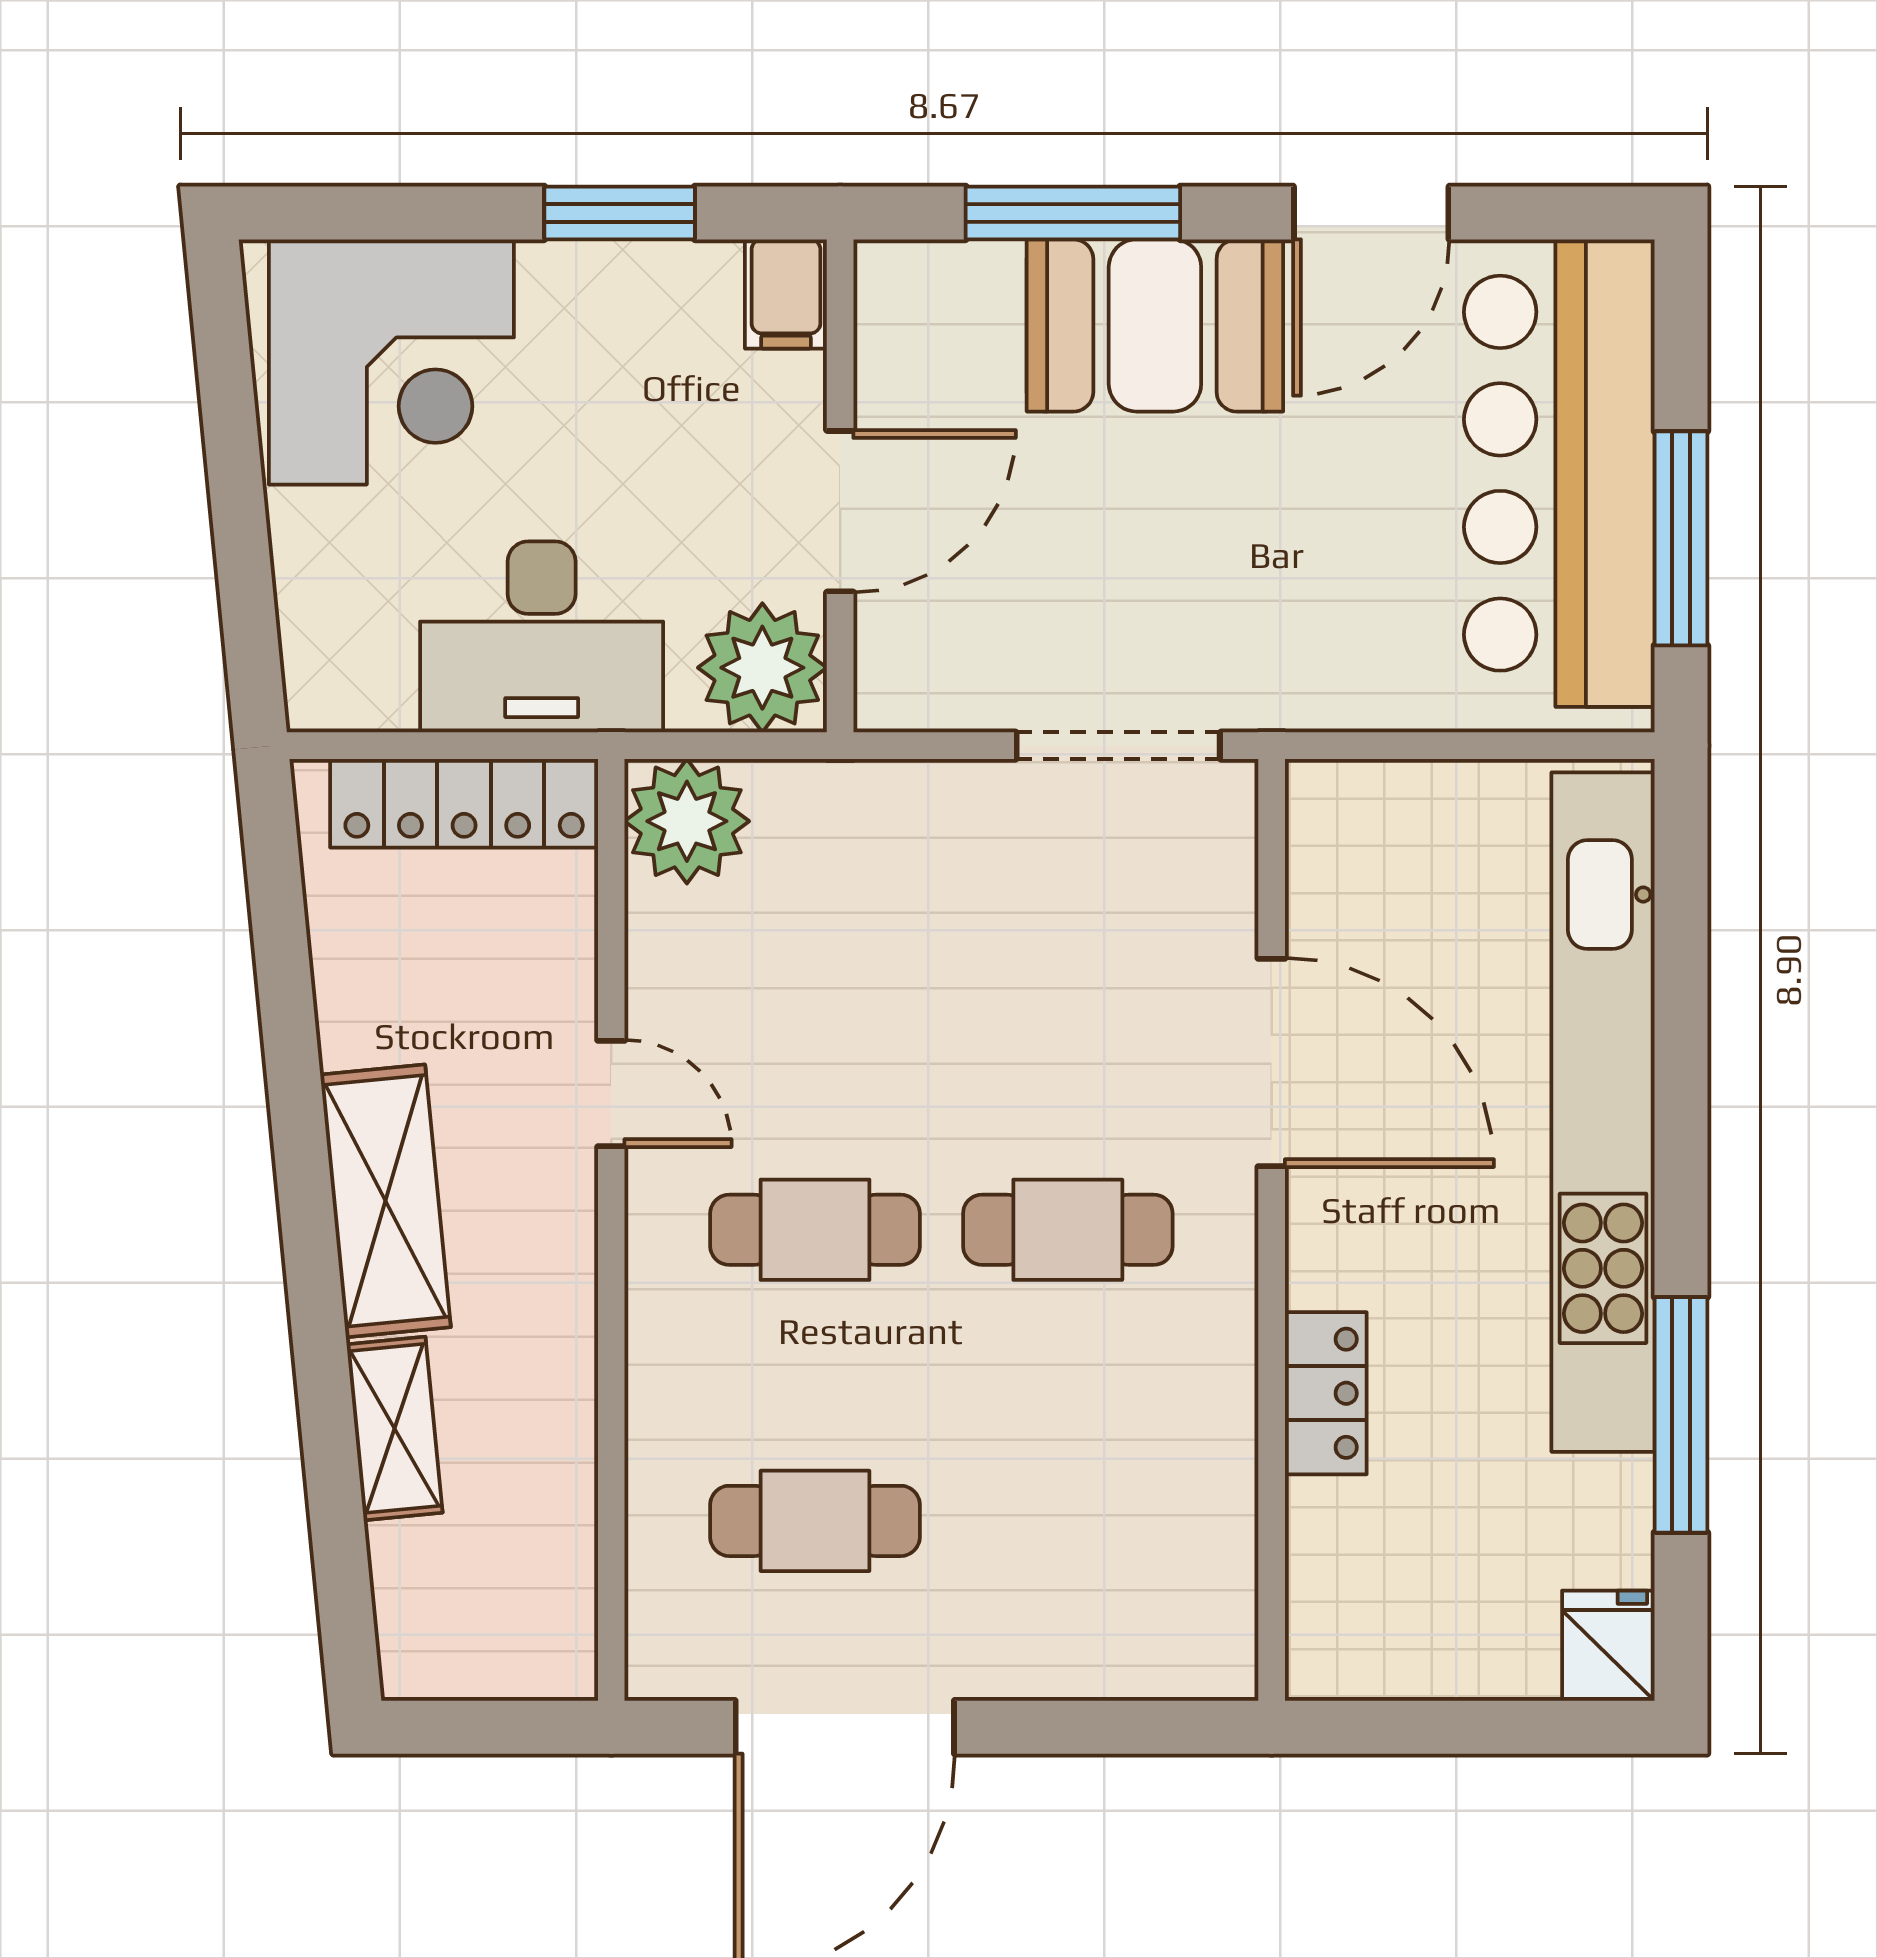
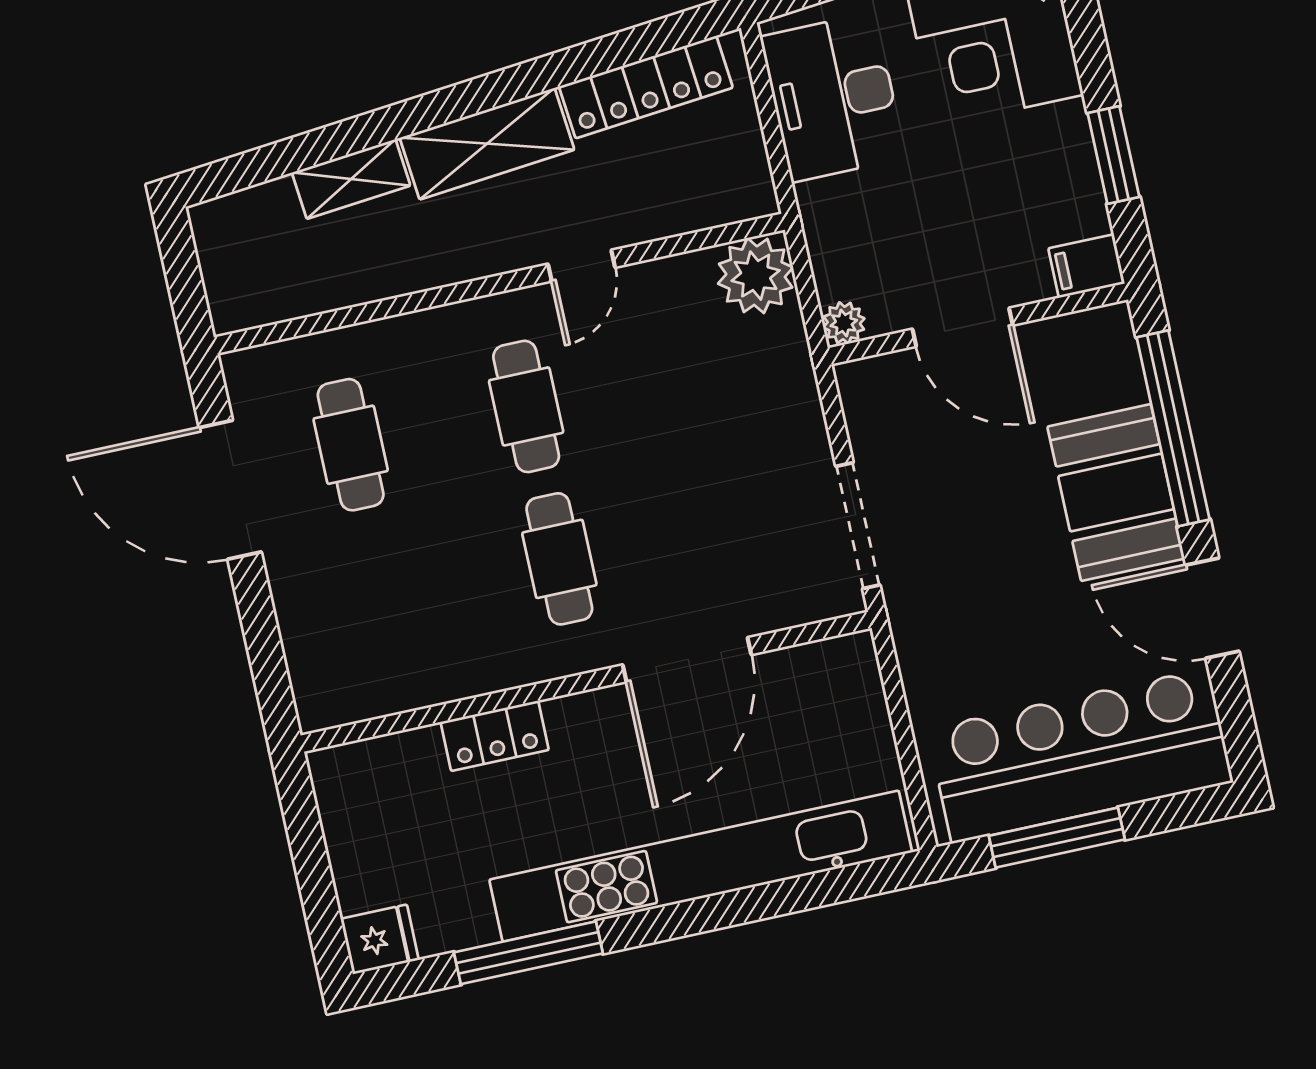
window: (1073, 213) -> (1173, 428), width x1.46
desk: (542, 637) -> (833, 97), moved
plant: (762, 668) -> (844, 323), width x0.53, depth x0.53
locker: (464, 803) -> (646, 87), moved, turned -96

